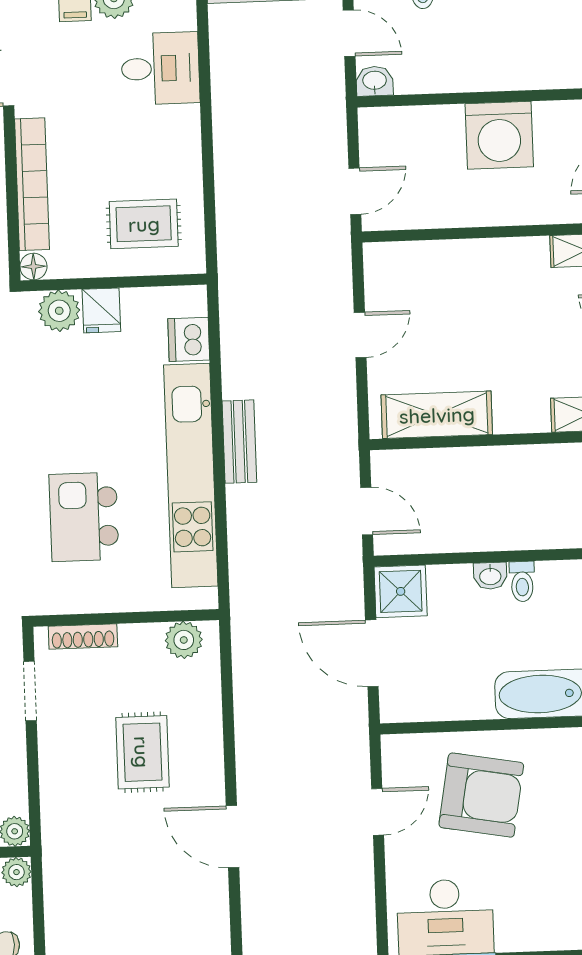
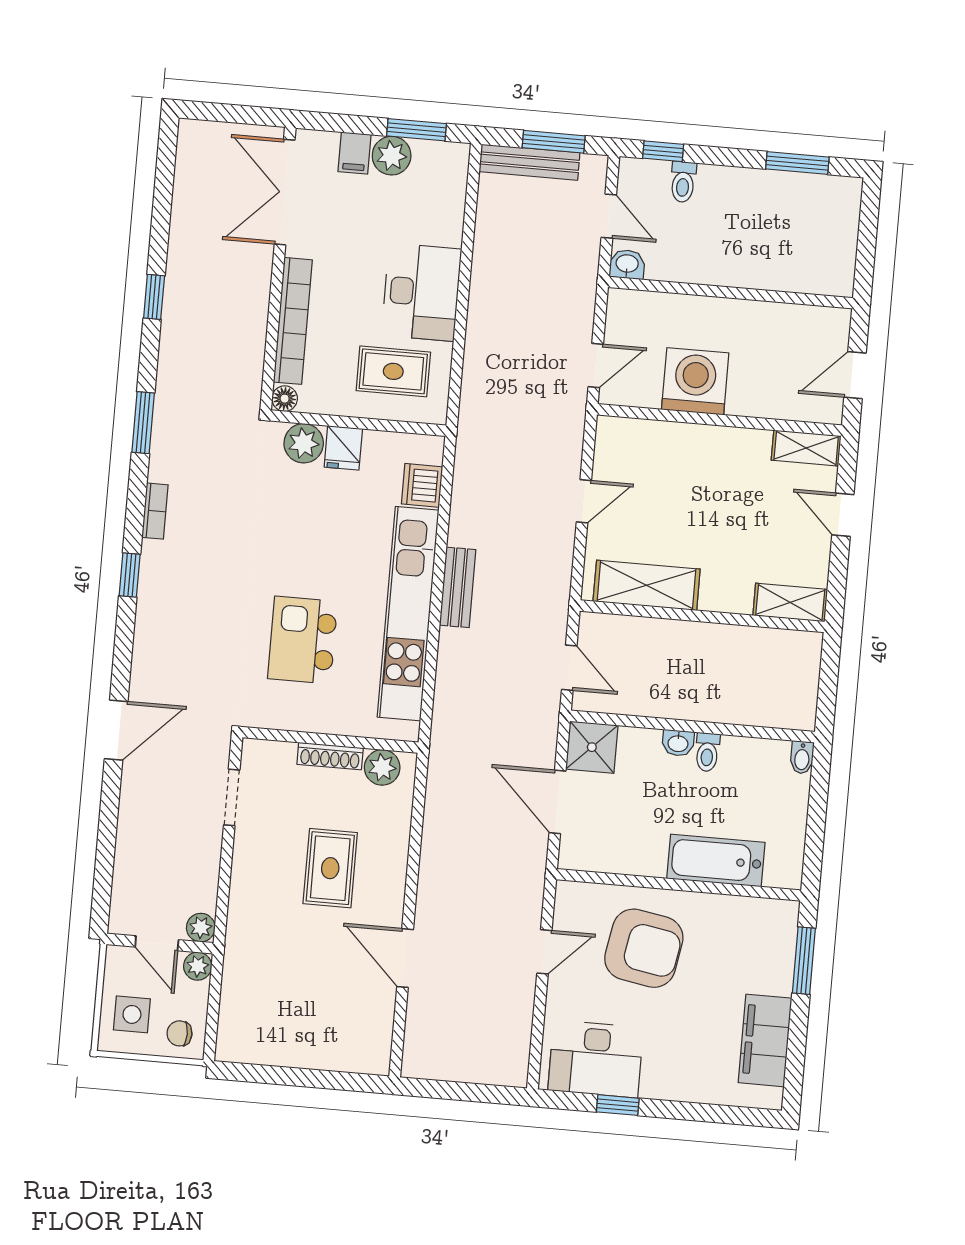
desk: (160, 68) -> (421, 292), moved, width x1.37
washing machine: (499, 135) -> (695, 381), moved, turned 180
shoe rack: (83, 637) -> (330, 756), moved

